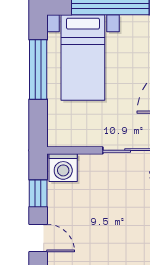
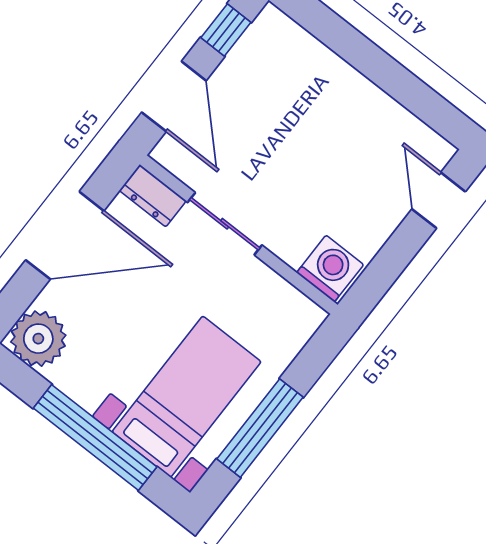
window: (38, 193) -> (391, 261), removed

